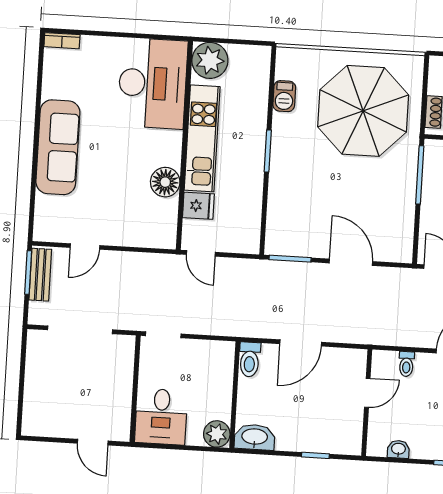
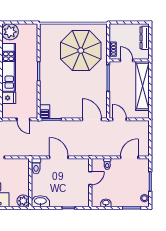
barbecue: (284, 96) -> (45, 111), moved
door: (201, 253) -> (23, 119), moved
door: (351, 262) -> (92, 119), moved
door: (301, 343) -> (59, 157), swing flipped

